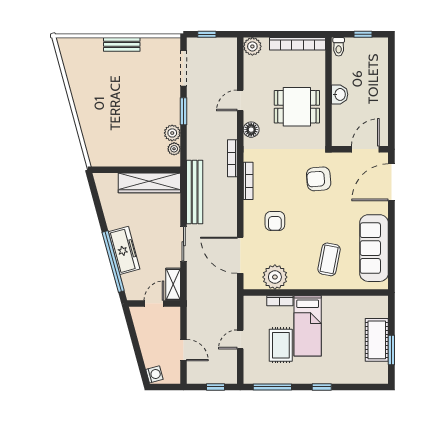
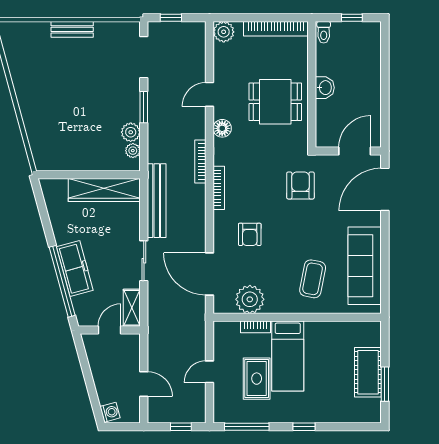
armchair: (319, 179) -> (300, 185), turned 95

